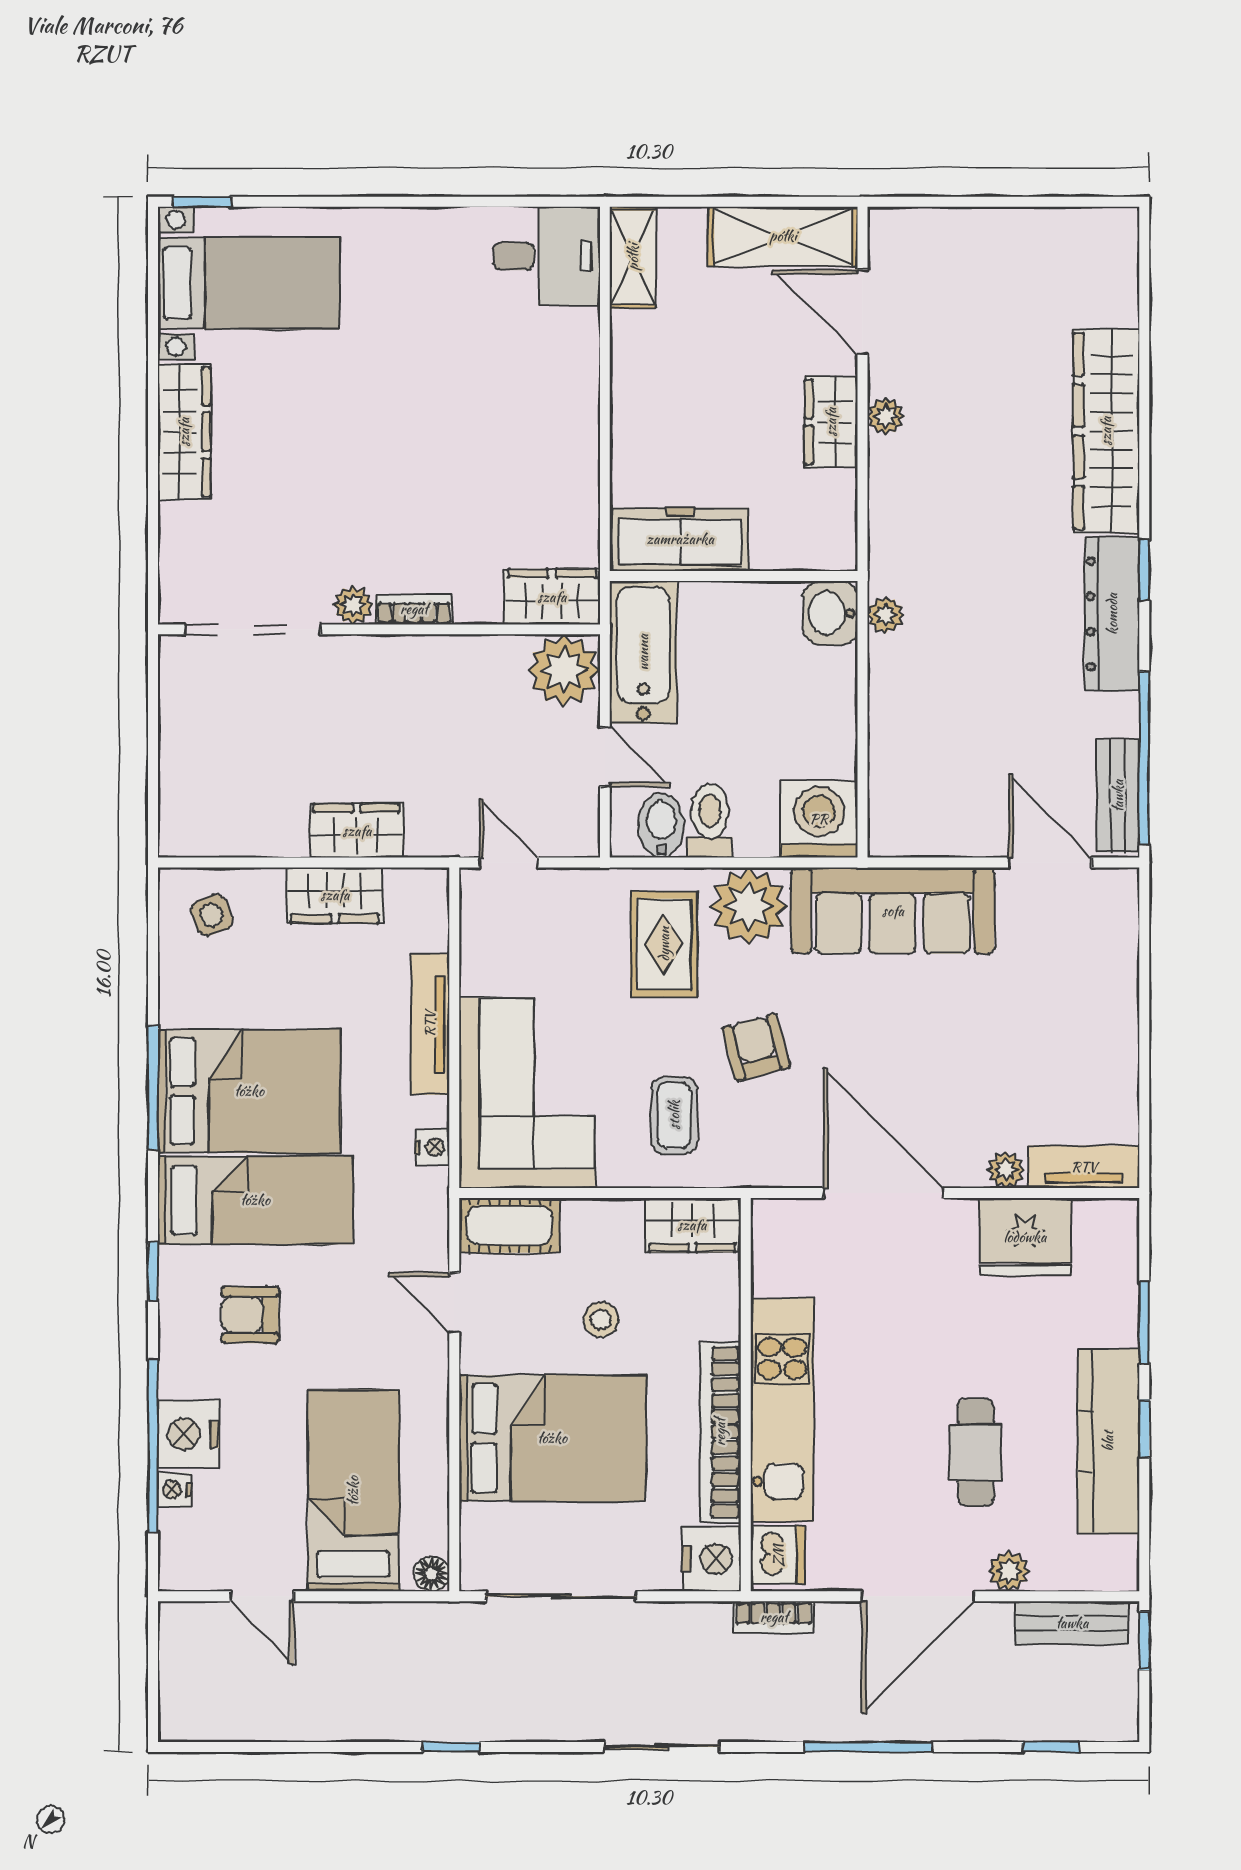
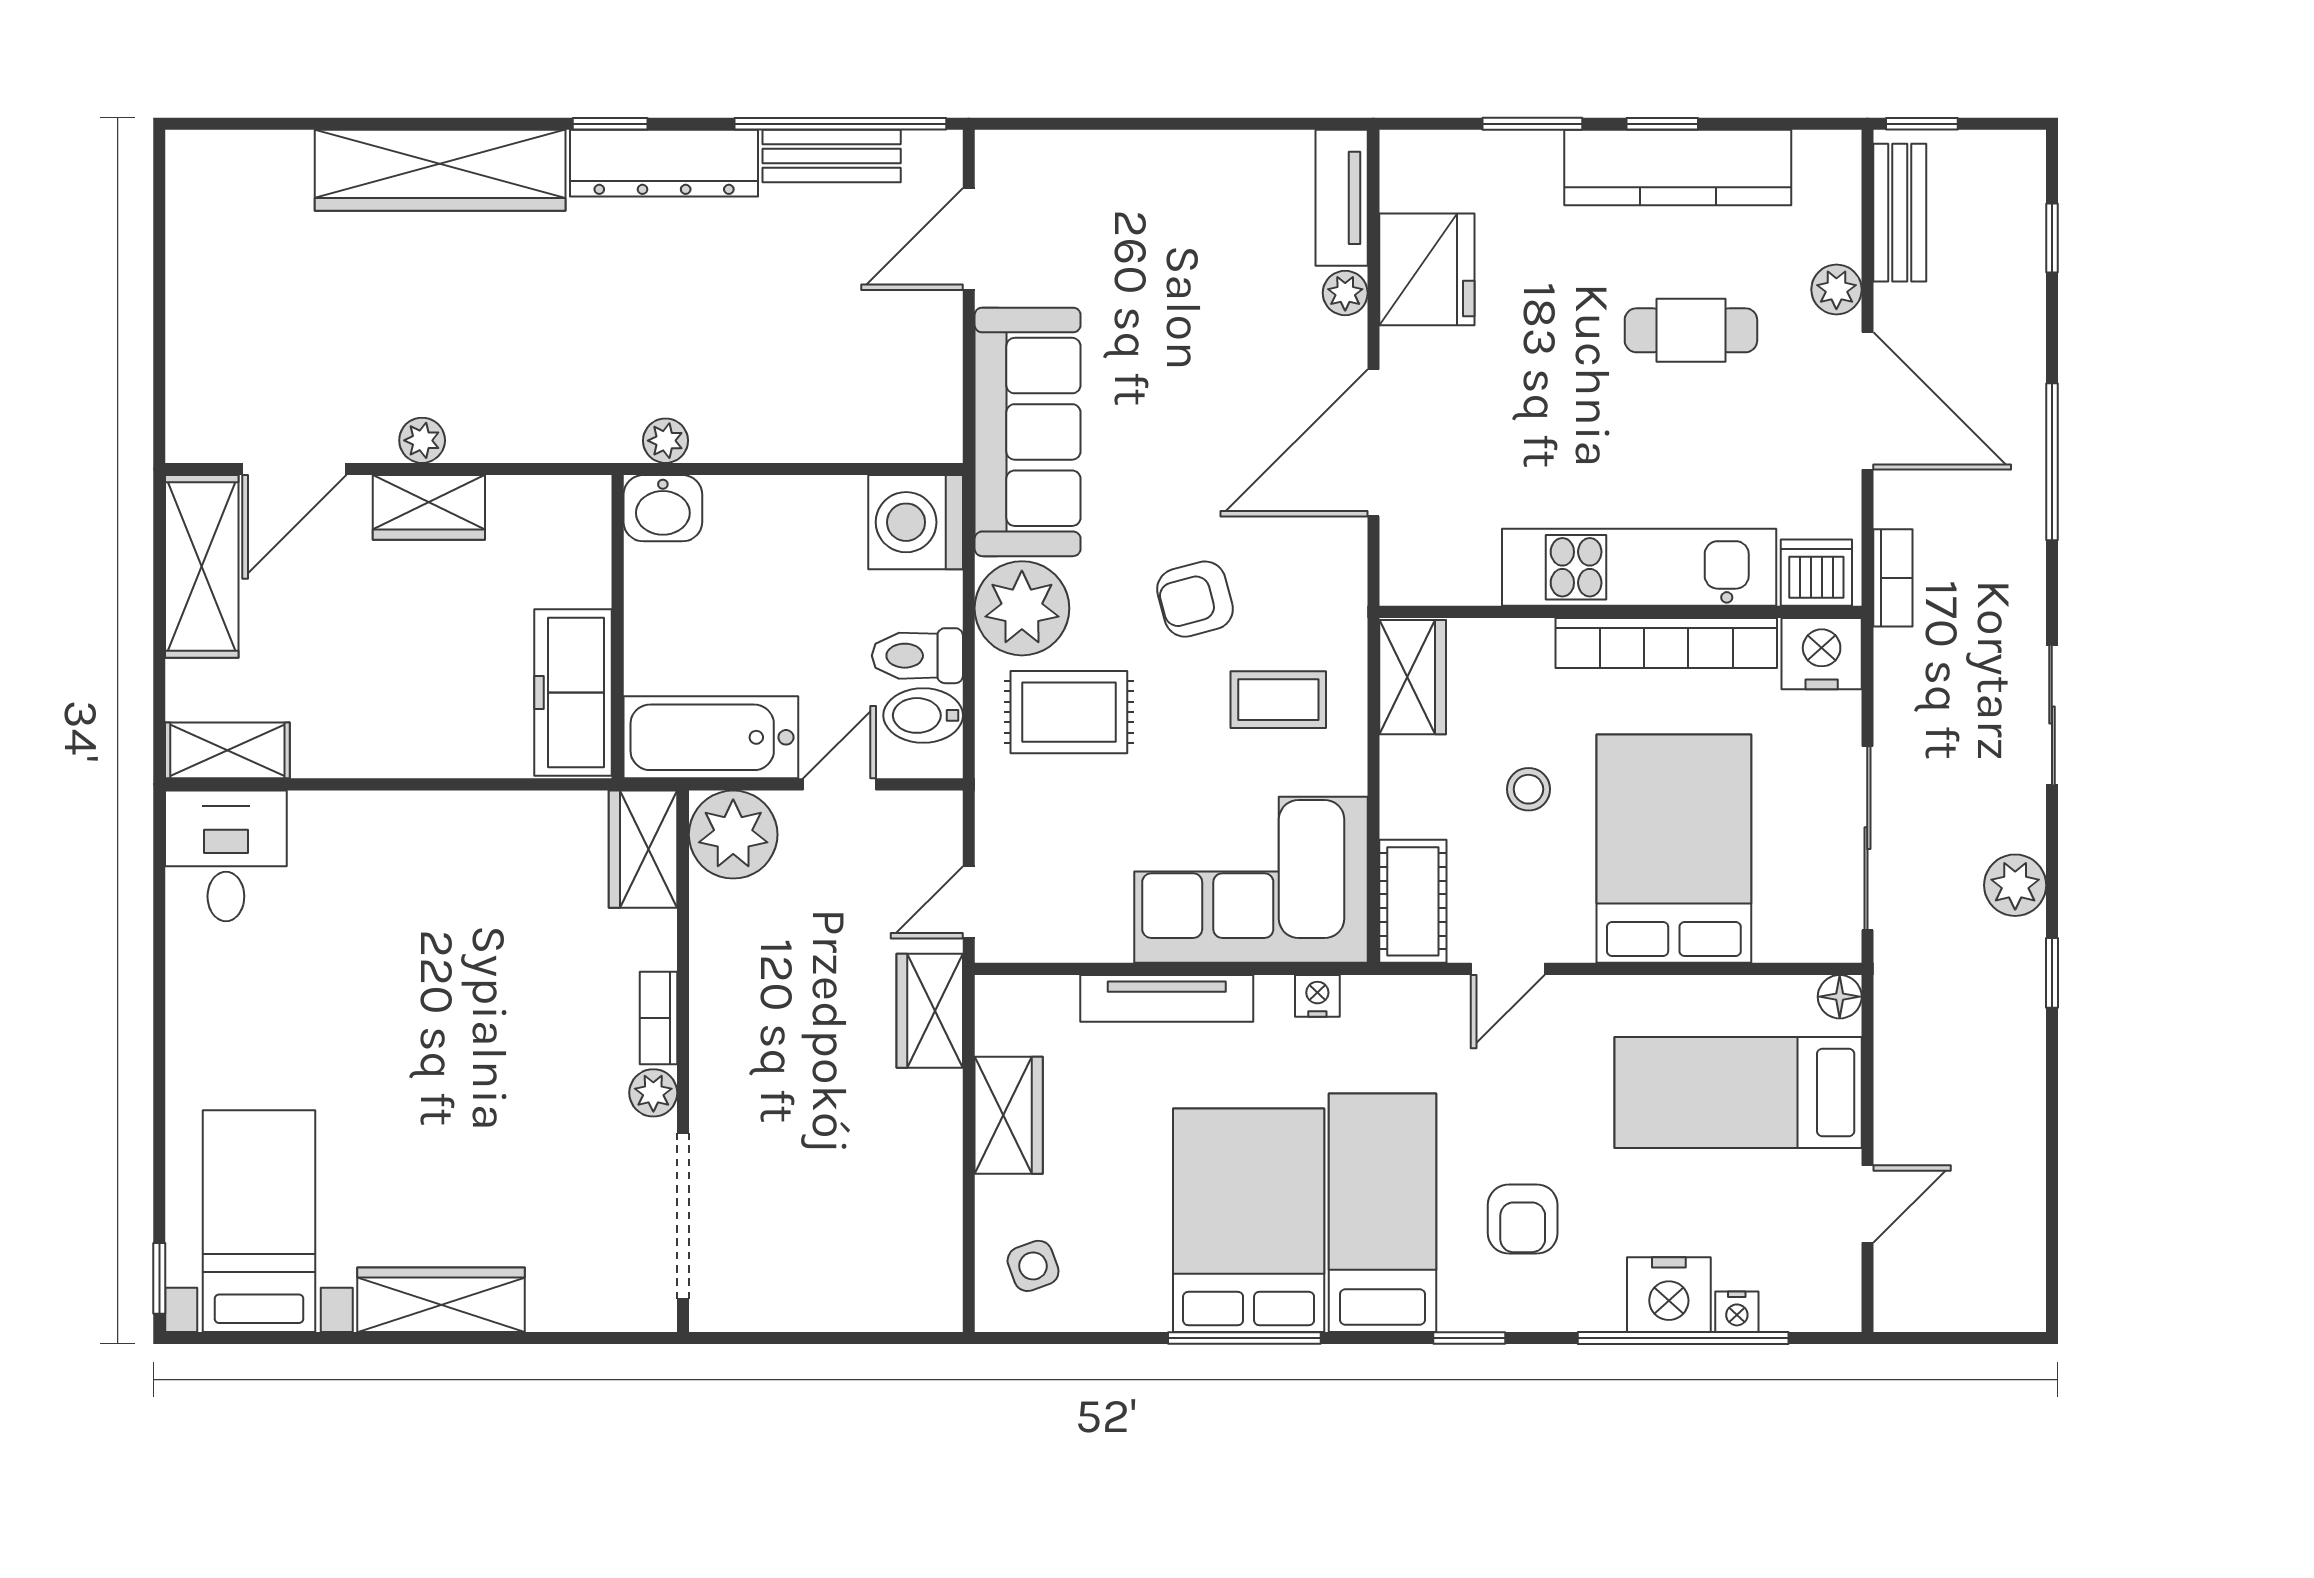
bench: (1118, 796) -> (832, 156), moved
wardrobe: (357, 831) -> (930, 1011), moved
plant: (523, 1717) -> (2015, 885), added

